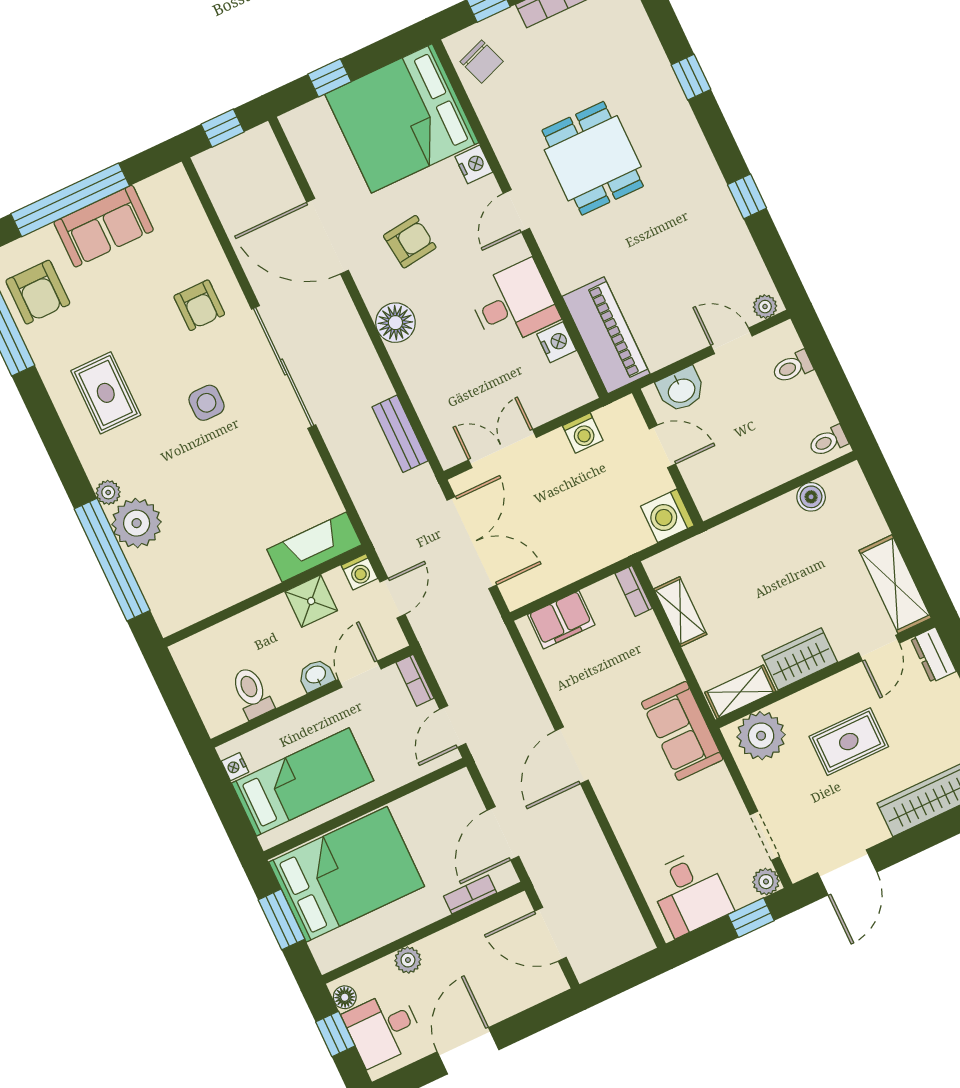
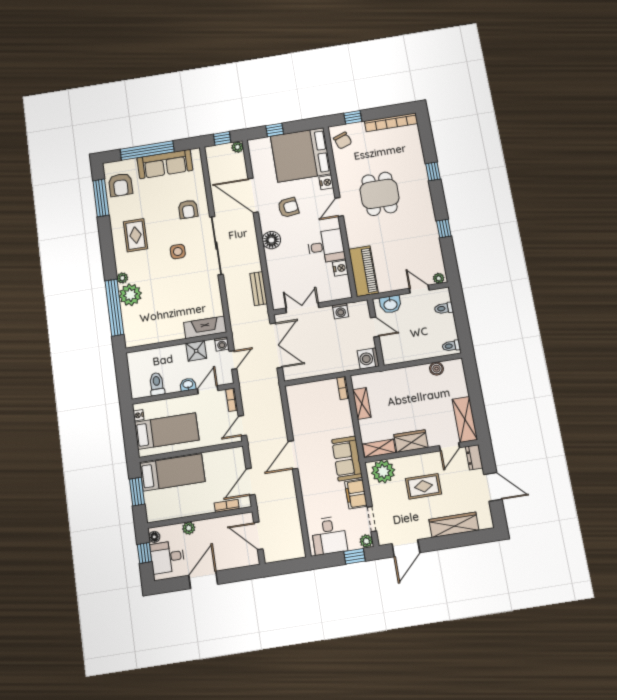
plant: (262, 138) -> (237, 147), added
sofa: (104, 226) -> (165, 164), width x1.36
filing cabinet: (561, 620) -> (356, 494), moved, turned 90
bed: (347, 874) -> (172, 472), width x0.67

